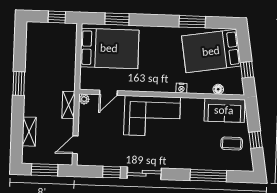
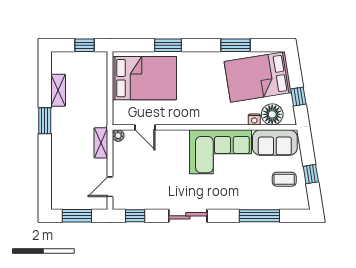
window: (117, 19) -> (168, 45), moved
nightstand: (181, 88) -> (254, 120), moved
floor lamp: (218, 89) -> (272, 114), width x1.89, depth x1.89
door: (108, 93) -> (145, 127), hinge flipped
corner sofa: (152, 116) -> (220, 152), moved
shelving: (29, 132) -> (58, 90), moved
window: (112, 172) -> (135, 216), moved

